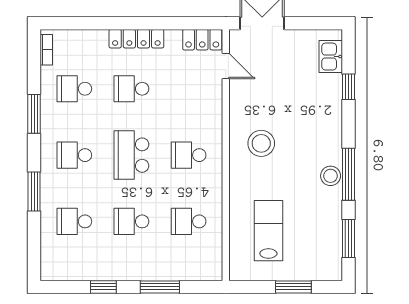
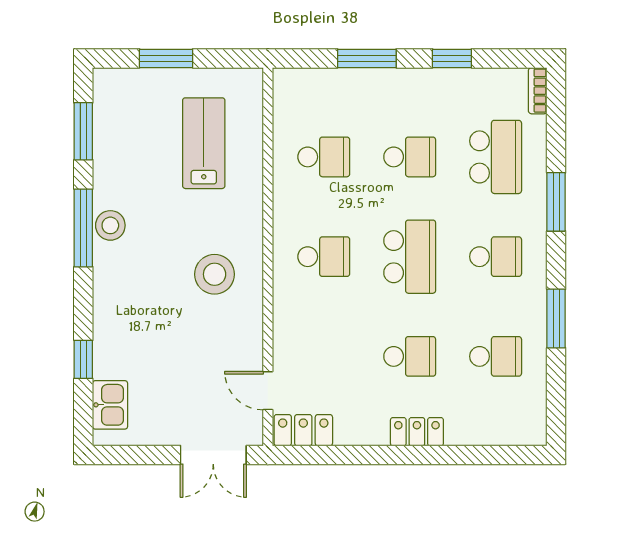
locker: (136, 39) -> (417, 432), width x0.66
bookcase: (46, 50) -> (538, 91), moved
school desk: (74, 221) -> (496, 157), width x1.85
lab bench: (268, 231) -> (204, 143), turned 180

